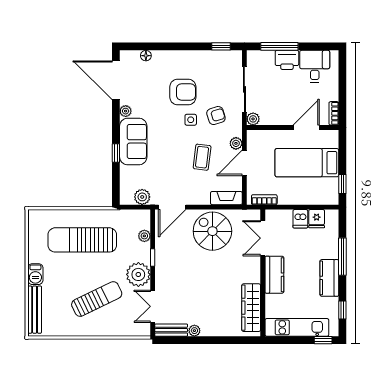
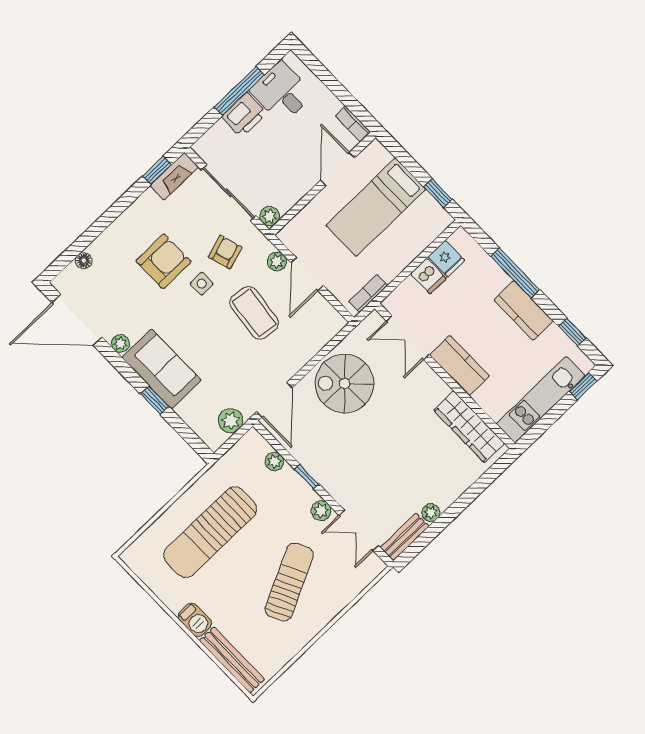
window: (279, 46) -> (239, 91), moved
coffee table: (202, 157) -> (254, 313), width x1.36, depth x1.30
fireplace: (226, 198) -> (174, 176), moved, turned 180
plant: (138, 274) -> (321, 511), width x0.53, depth x0.53

